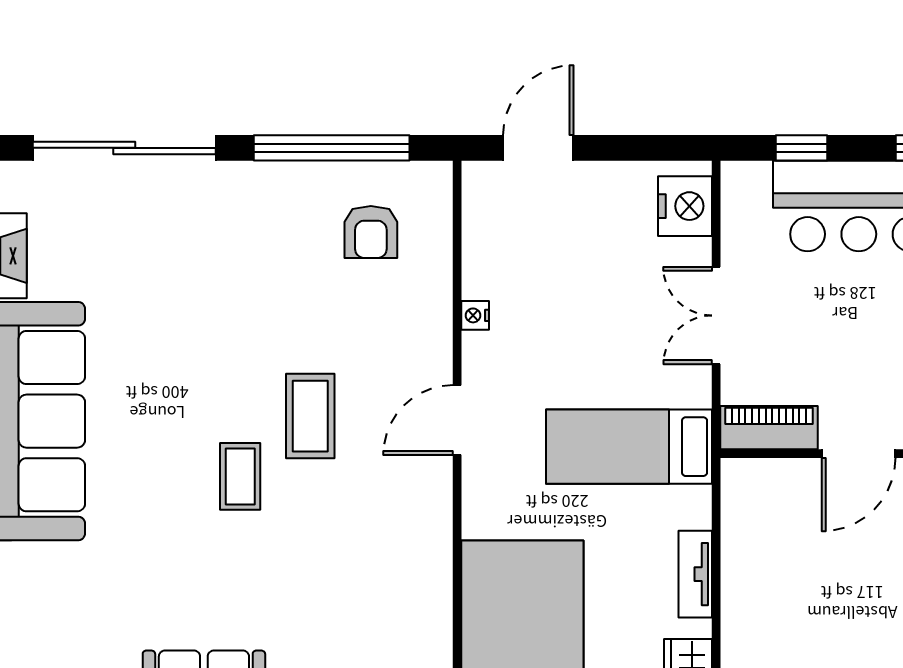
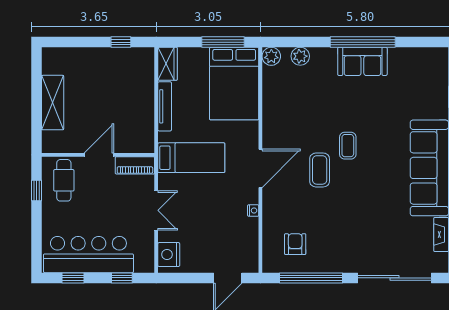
door: (457, 420) -> (260, 168), width x1.36
tv unit: (695, 574) -> (165, 106), width x1.41

